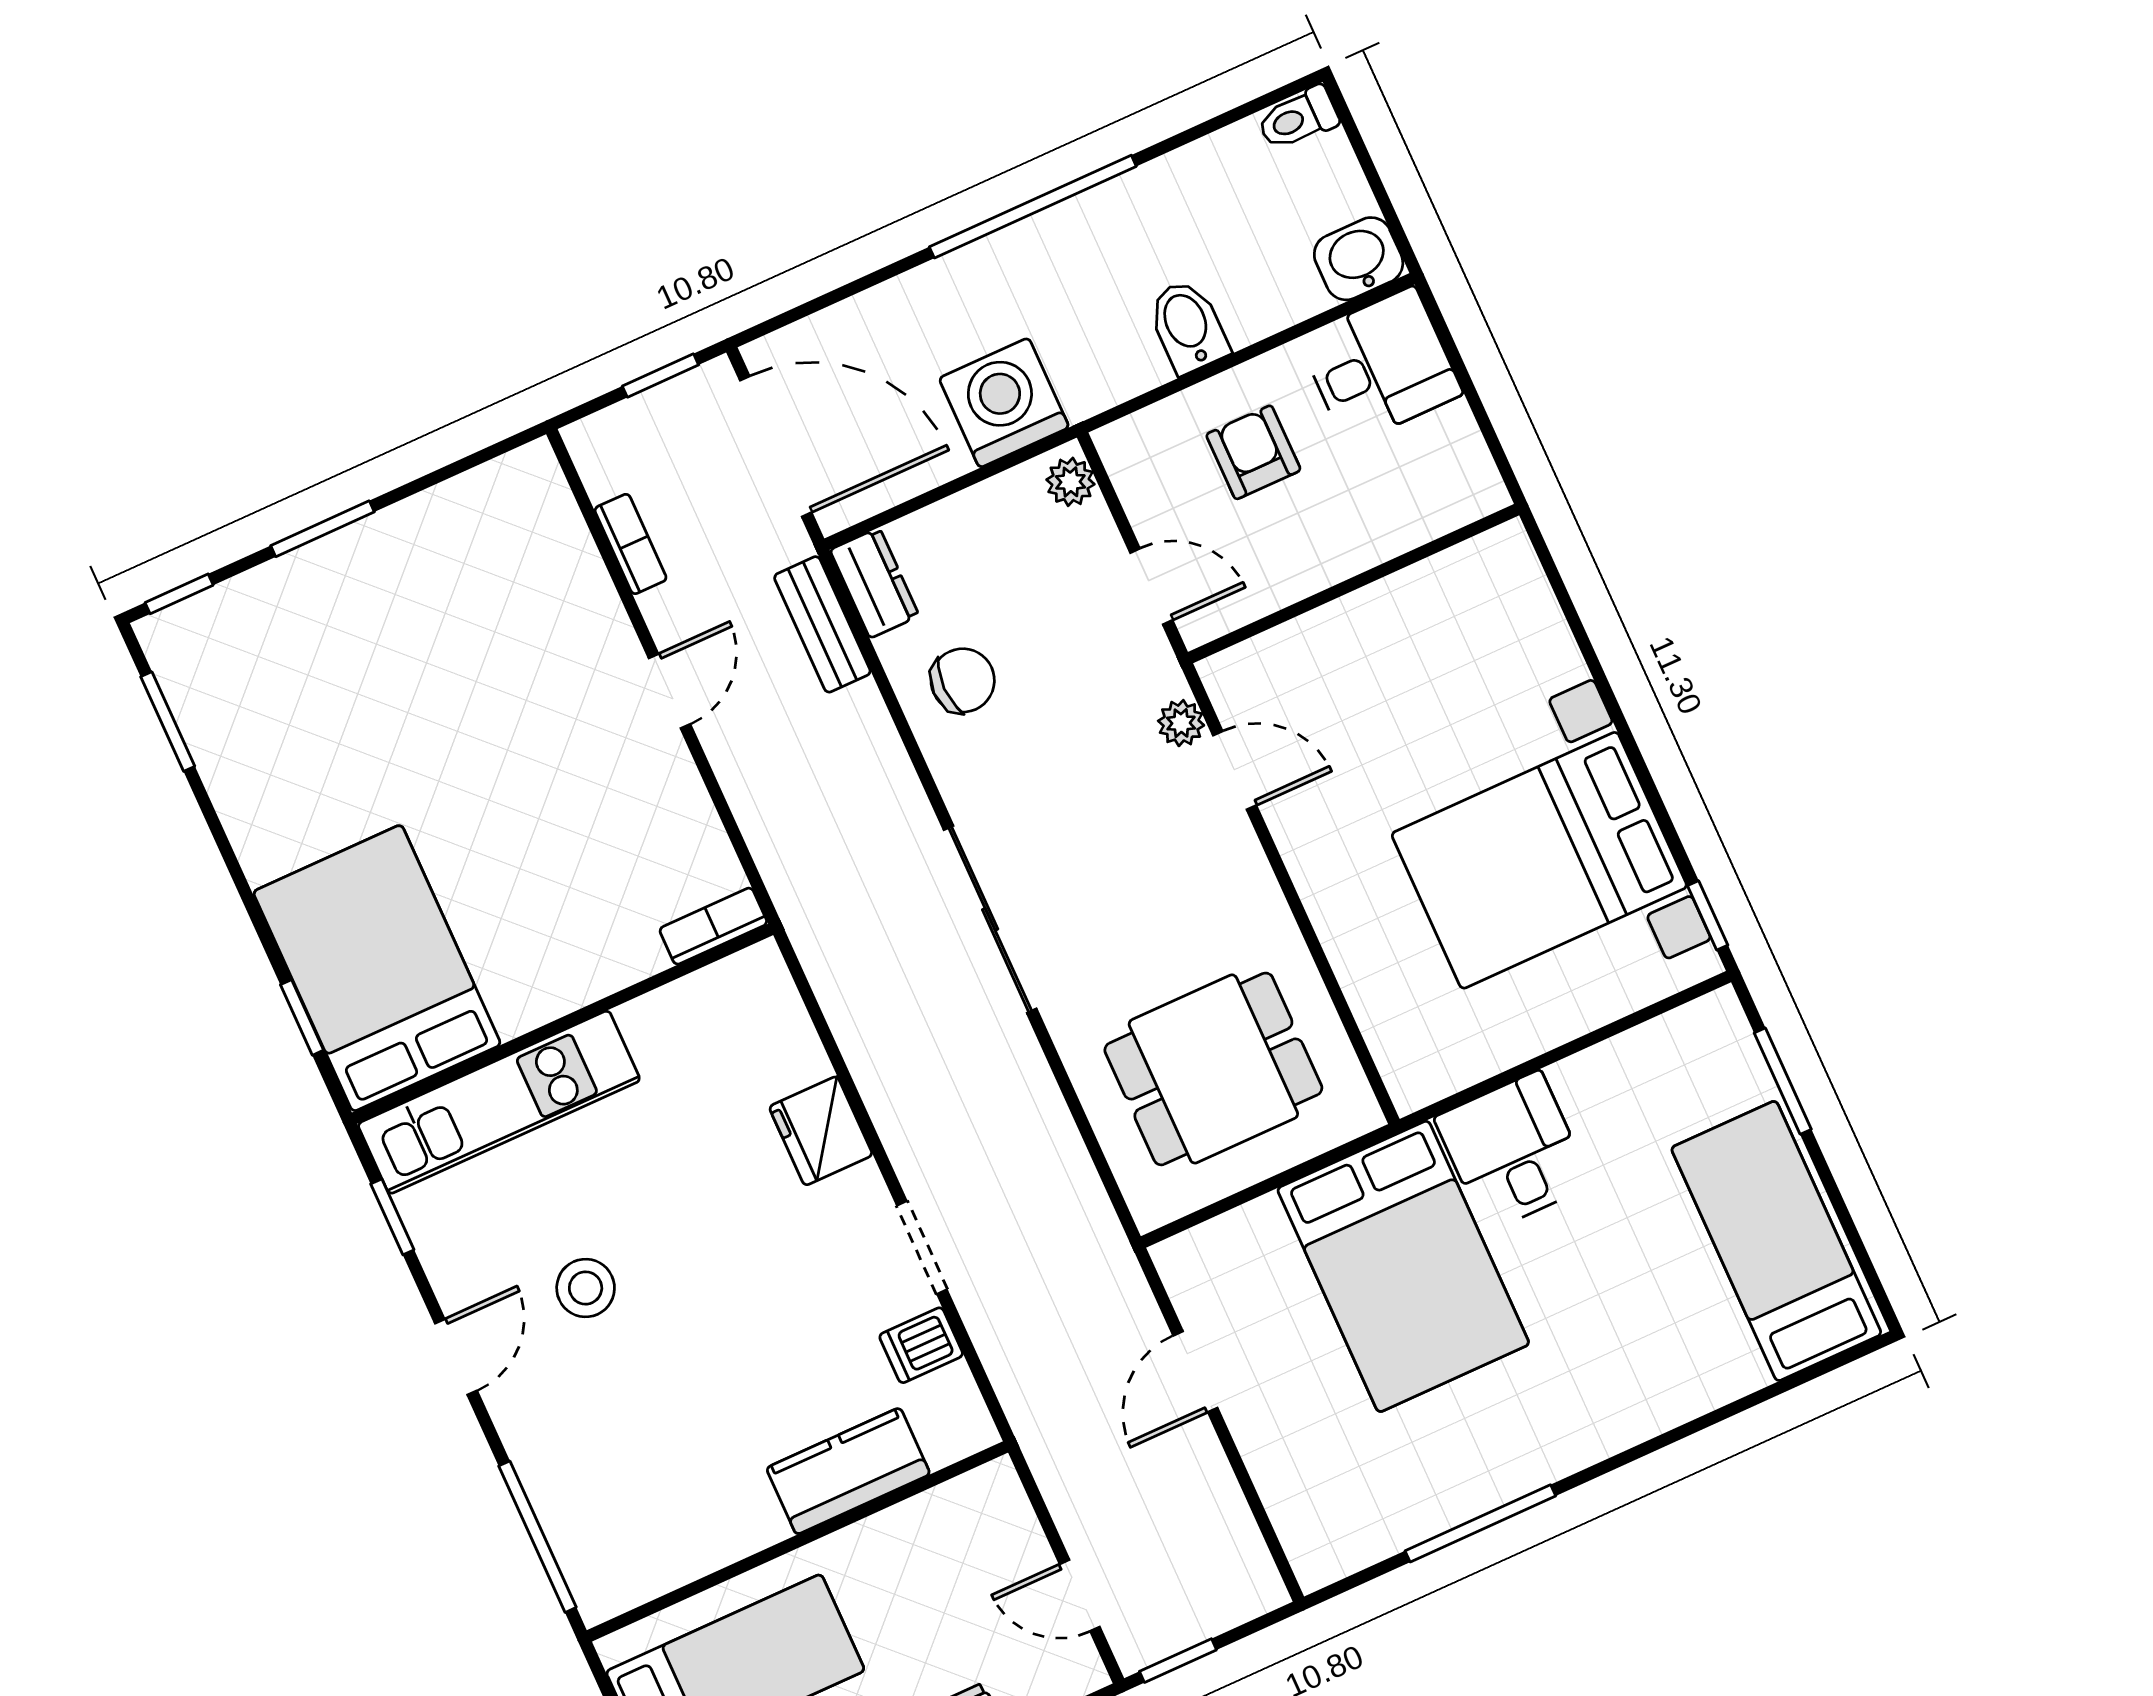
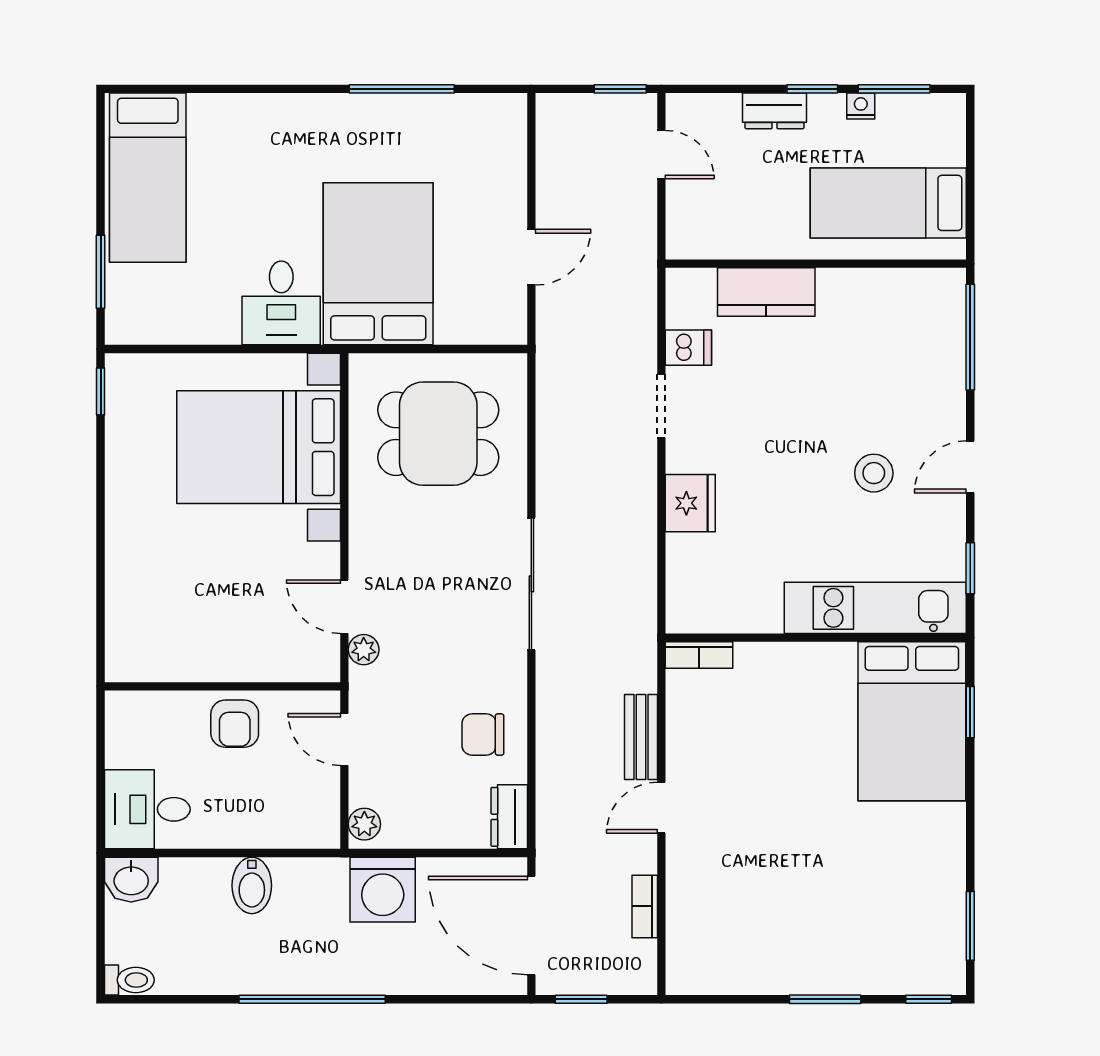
armchair: (1253, 452) -> (235, 724), moved
bench: (822, 624) -> (641, 737), moved
bed with nightstands: (1539, 860) -> (259, 447), moved, turned 180

